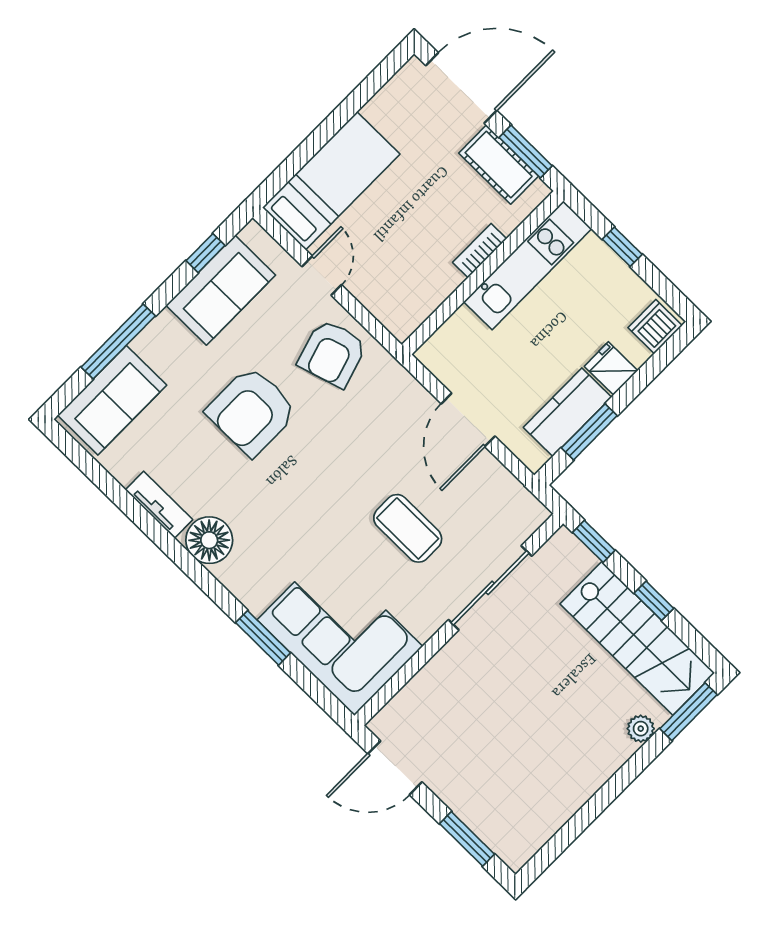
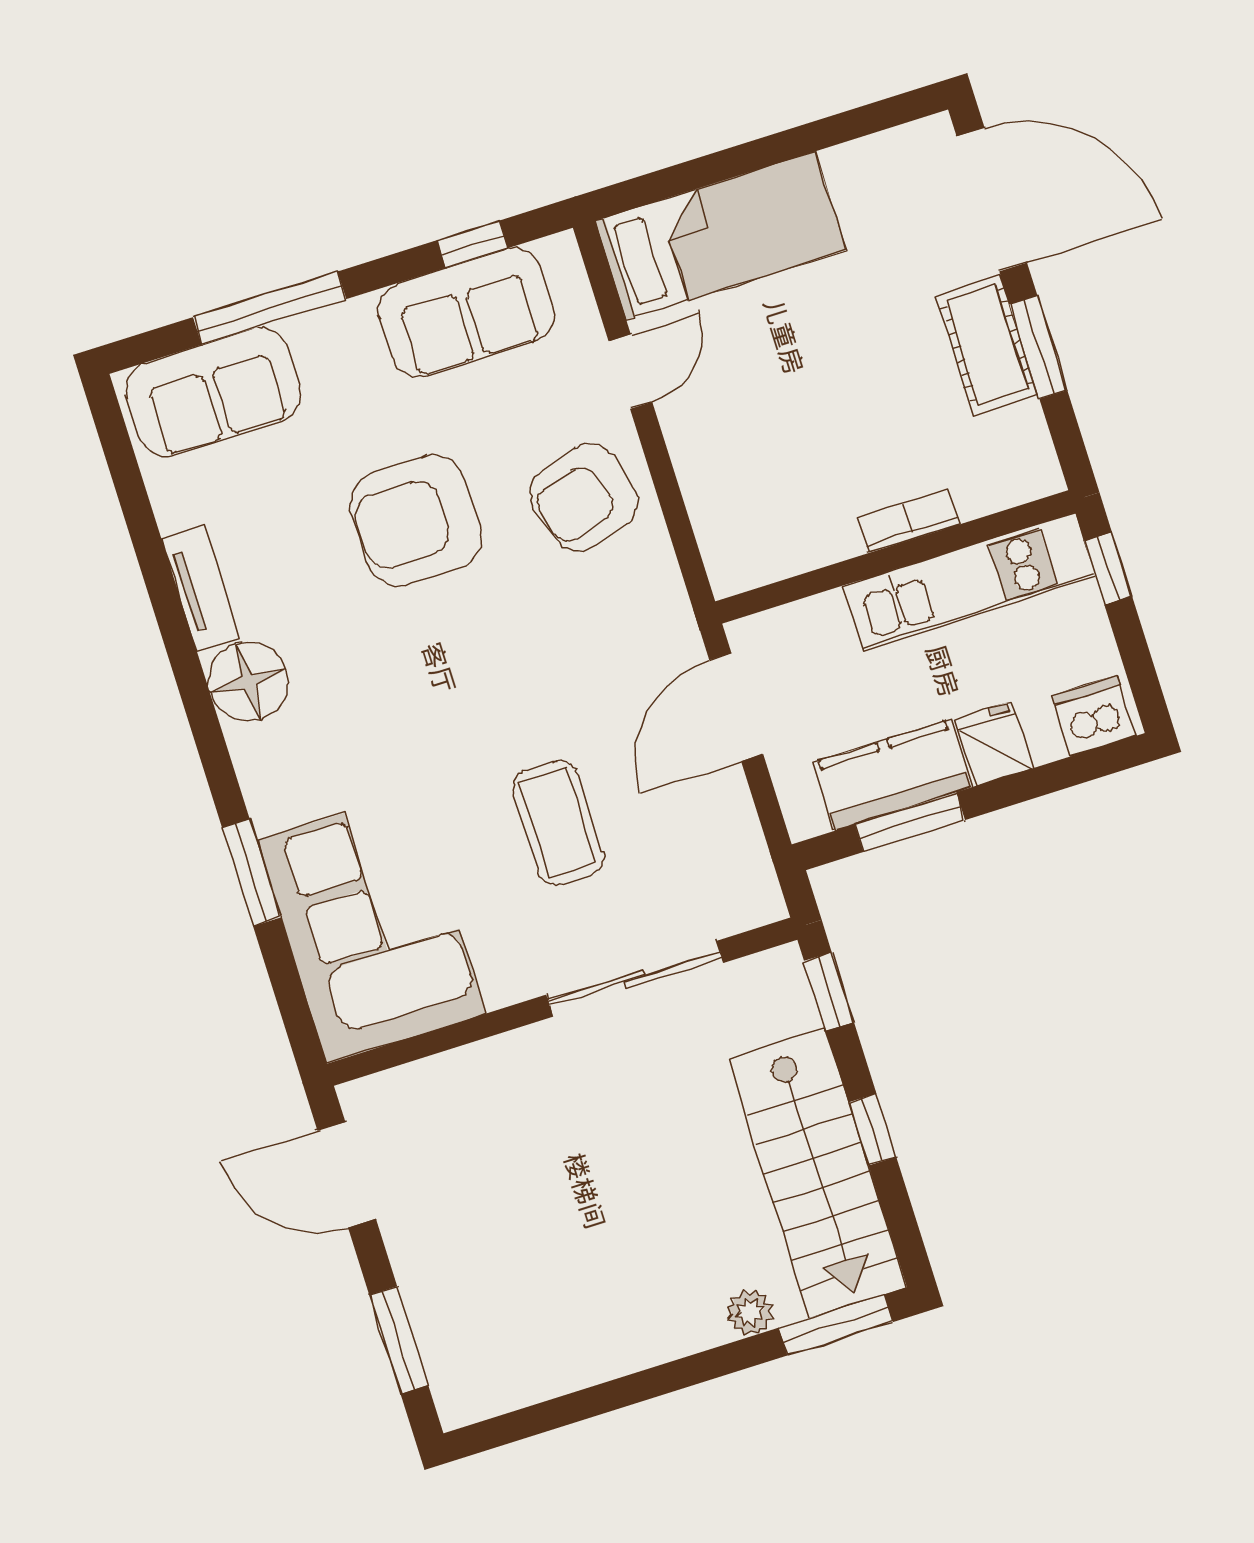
bookcase: (480, 251) -> (908, 521), moved
kitchen unit: (528, 265) -> (969, 582), moved
wall: (483, 273) -> (895, 557), moved

